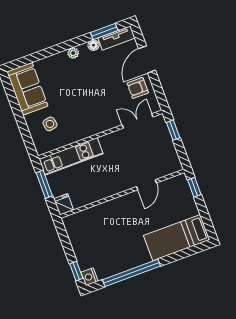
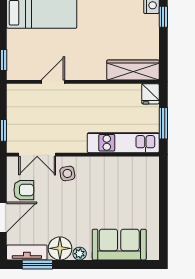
floor lamp: (93, 45) -> (60, 248), width x1.89, depth x1.89
sofa: (27, 89) -> (119, 245), moved, turned 90
side table: (50, 124) -> (67, 173), moved
wardrobe: (85, 218) -> (133, 70), added

